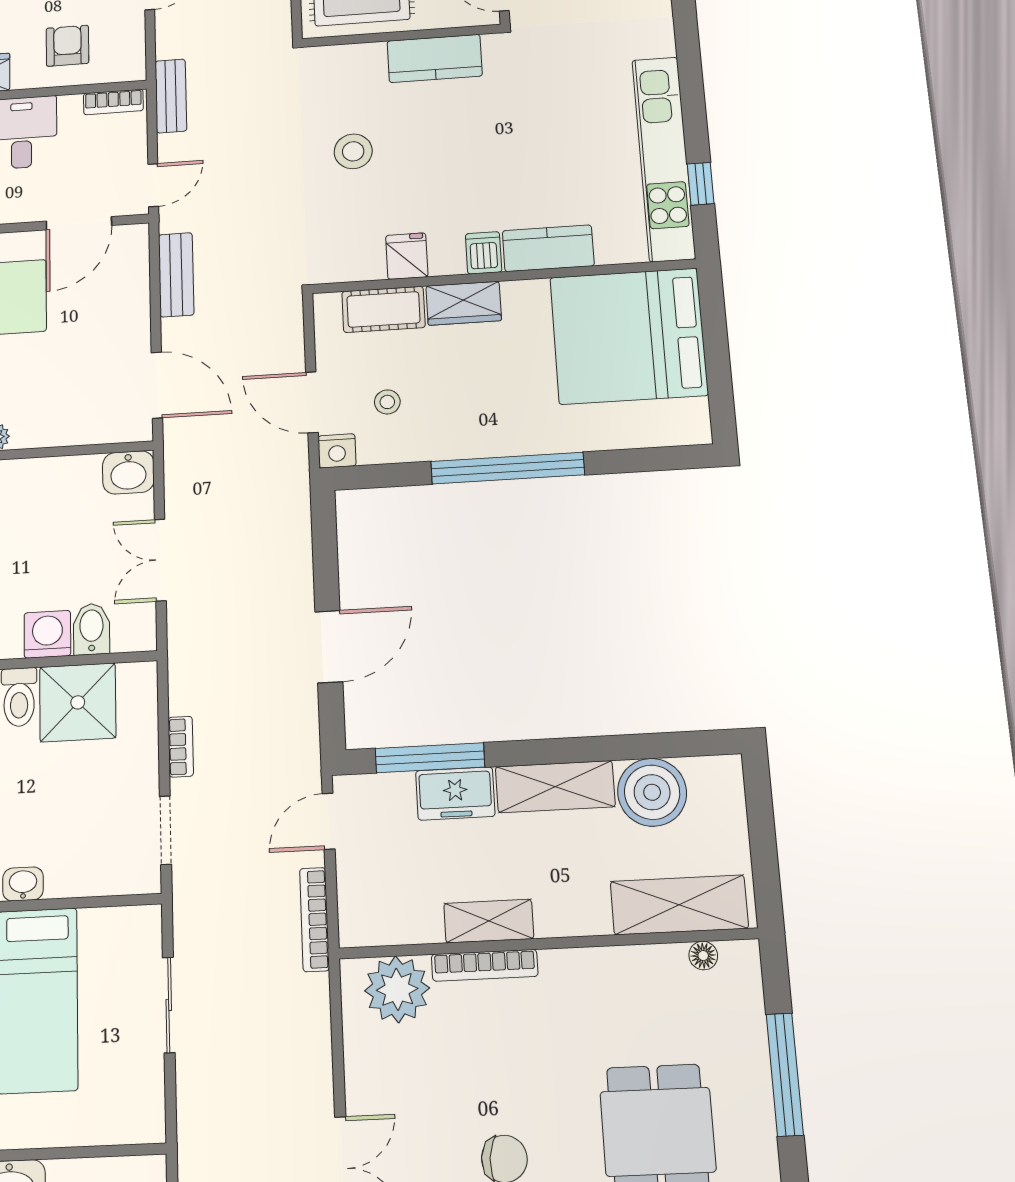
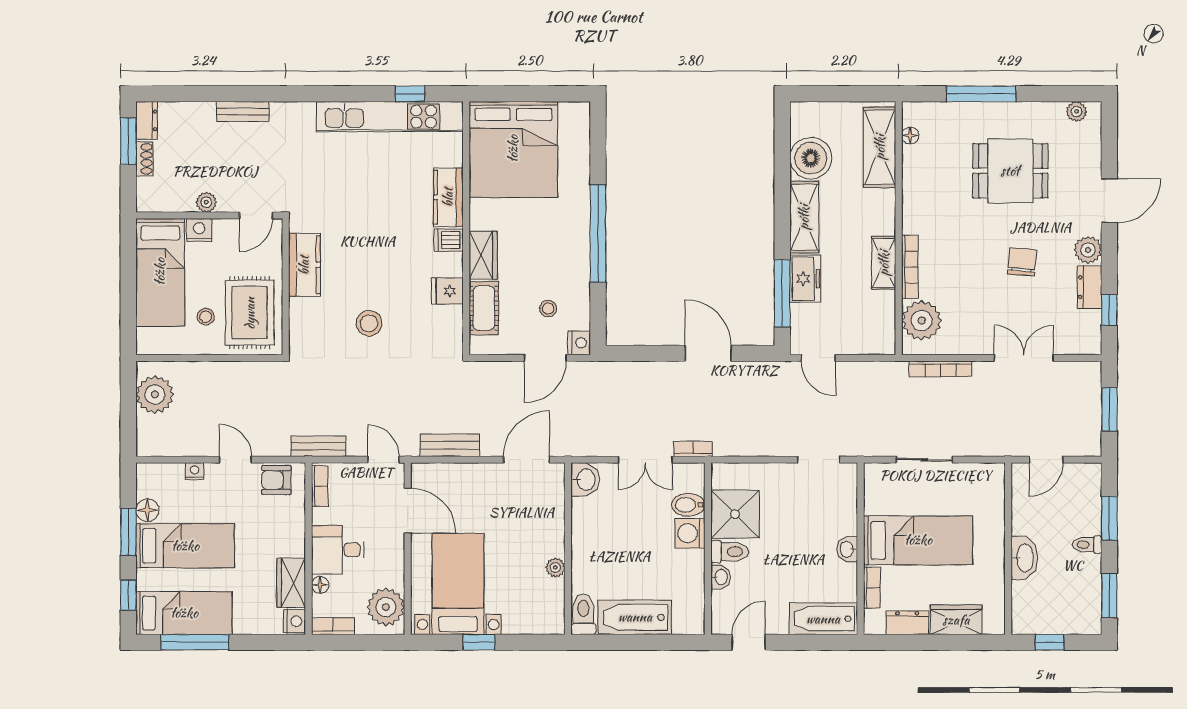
armchair: (67, 46) -> (276, 480), moved
bookcase: (181, 747) -> (693, 449), moved
bookcase: (314, 919) -> (941, 369), moved

